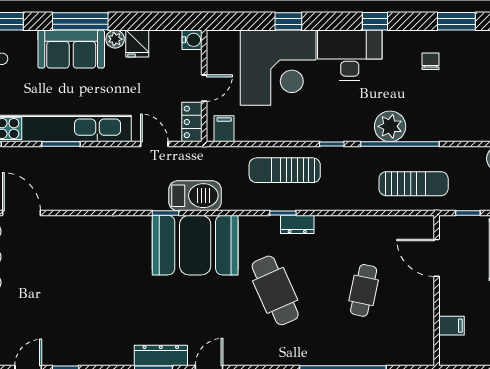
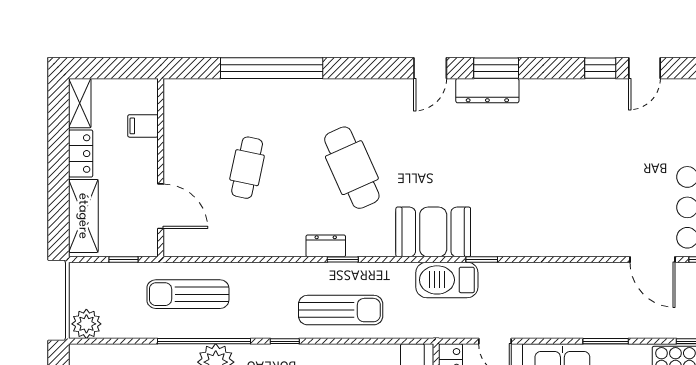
booth: (195, 245) -> (433, 232), width x0.73, depth x0.70

